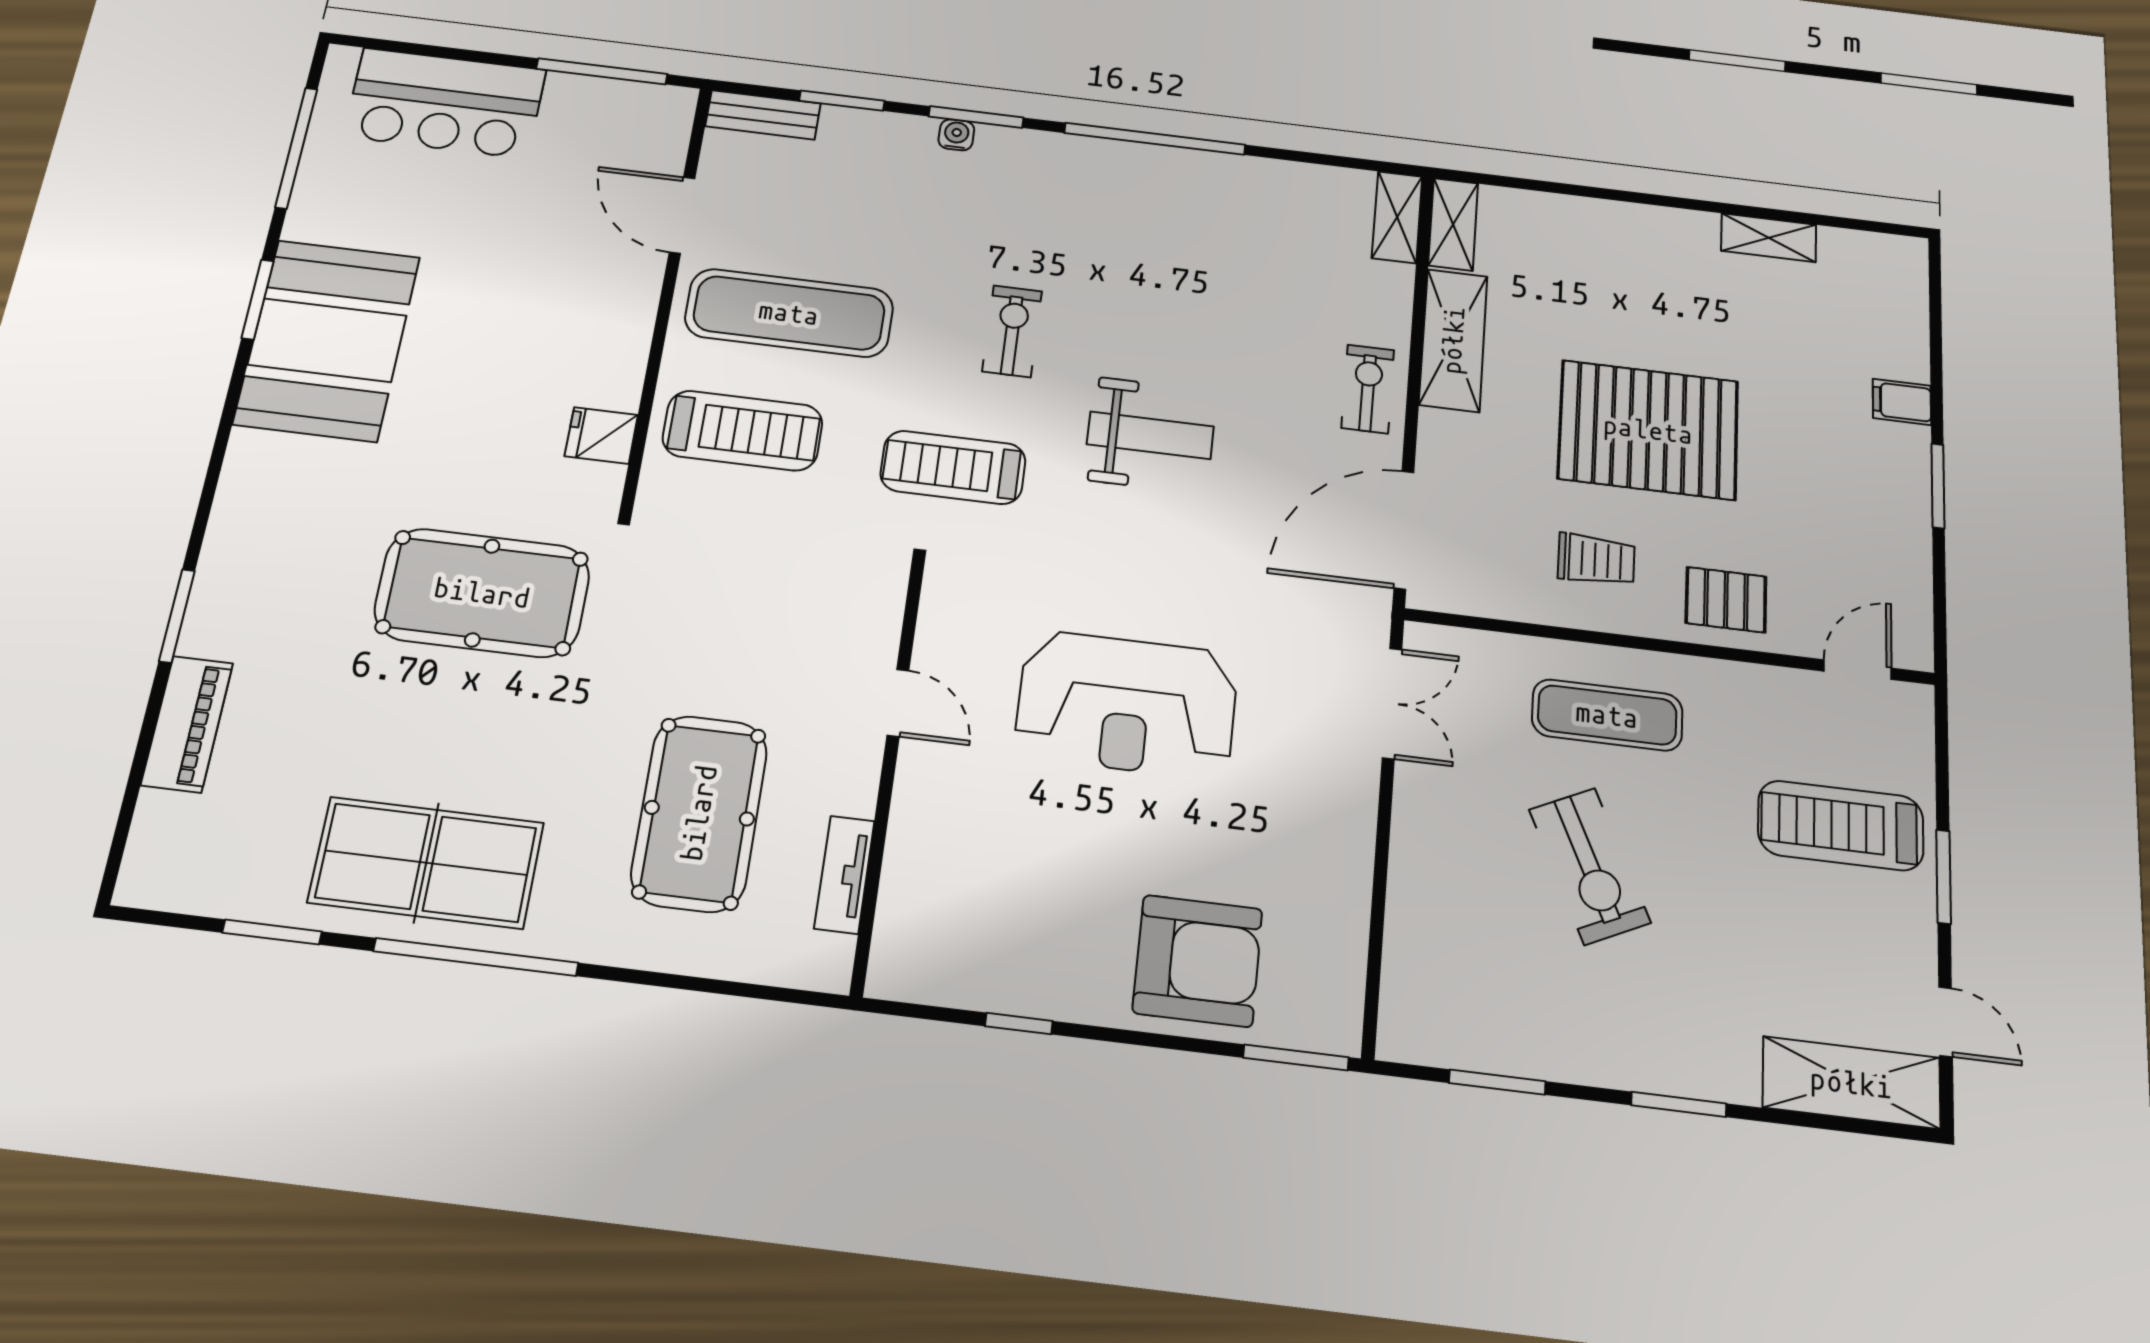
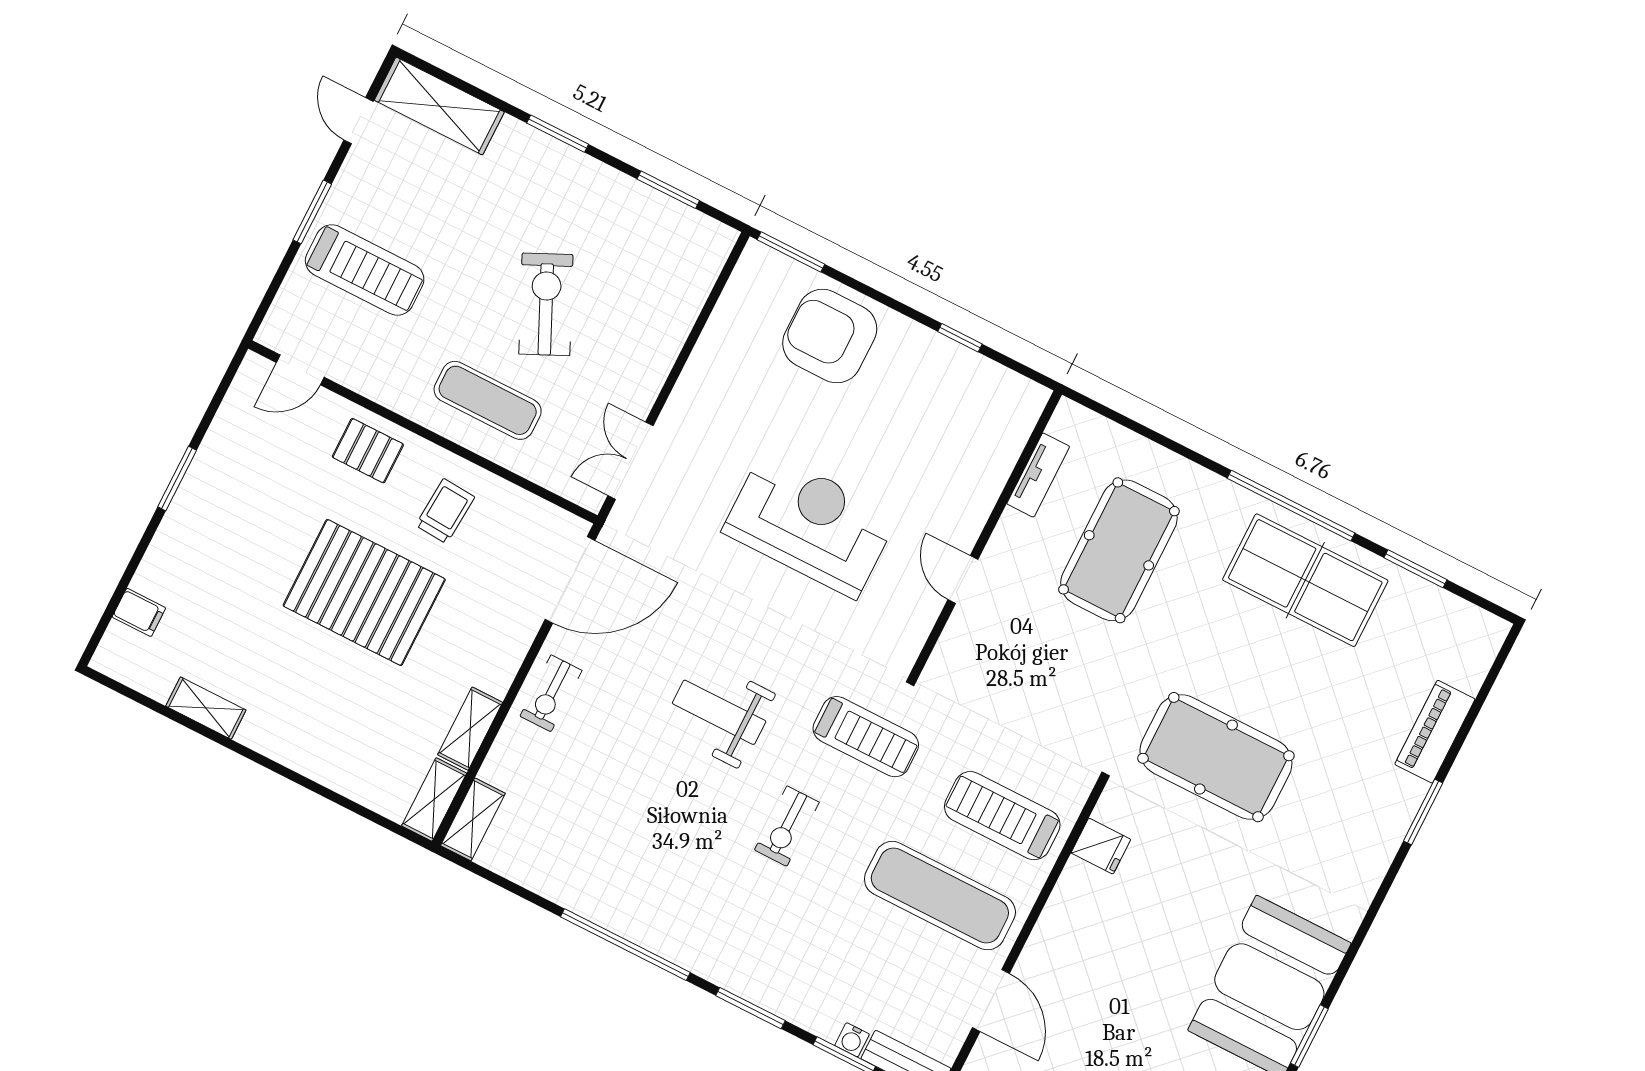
water cooler: (956, 135) -> (852, 1040), moved
shelving: (1453, 340) -> (470, 729), width x0.67, depth x0.75
filing cabinet: (1902, 402) -> (139, 612), moved
trolley: (1596, 560) -> (445, 511), turned 94

